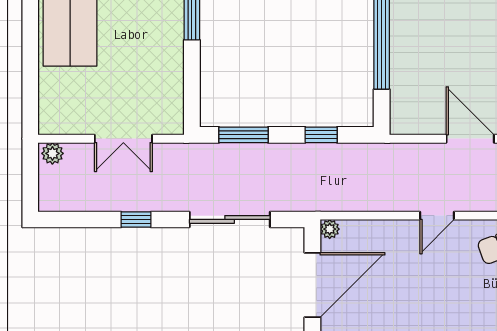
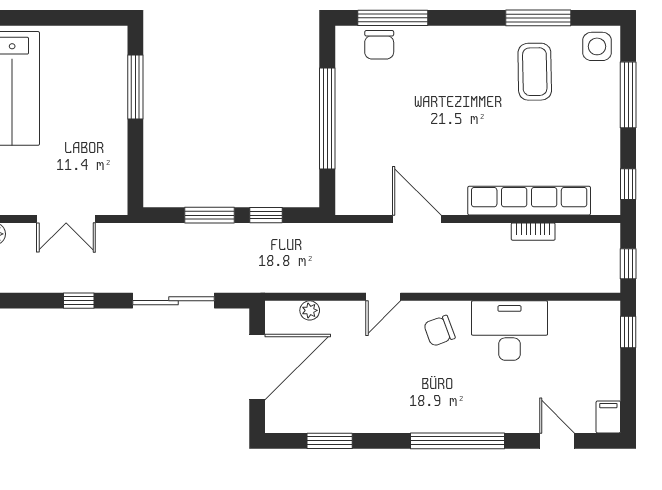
window: (244, 135) -> (210, 215), moved
plant: (330, 229) -> (310, 310), moved

